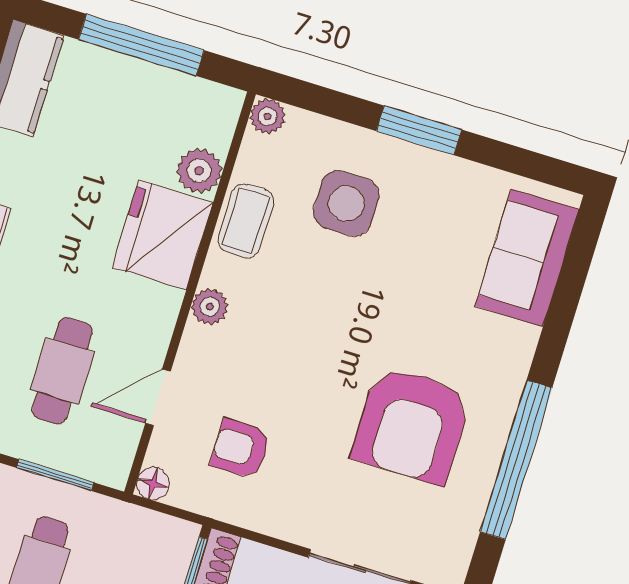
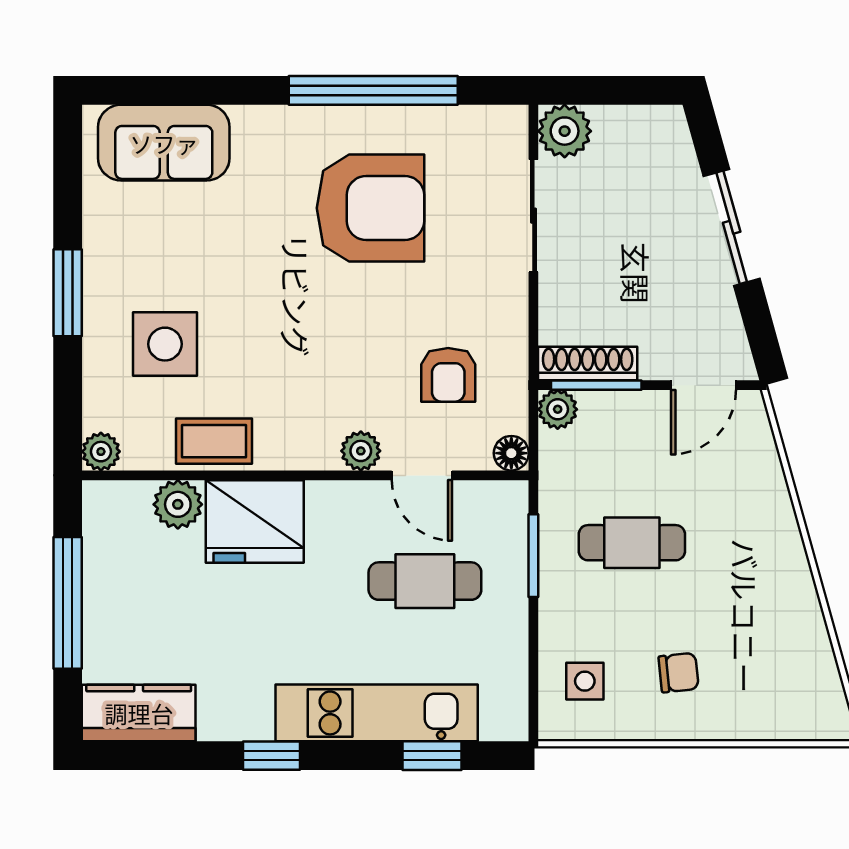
plant: (210, 307) -> (361, 451), moved
plant: (180, 537) -> (558, 409), added

